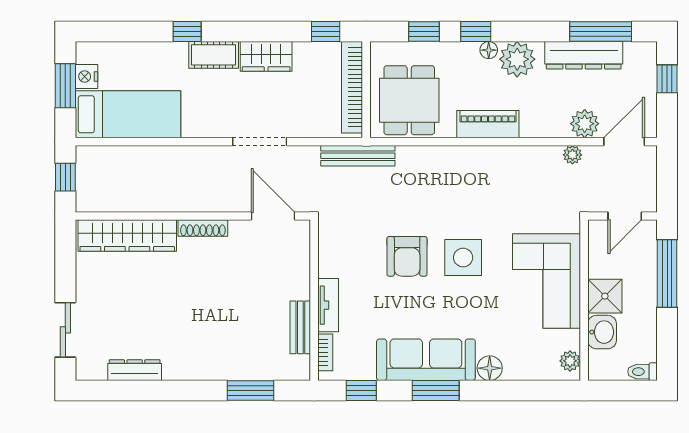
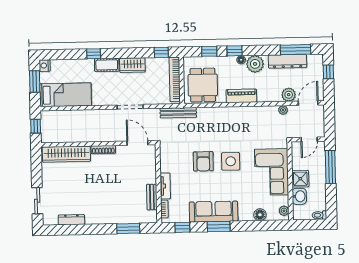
nightstand: (86, 76) -> (45, 66), moved
floor lamp: (490, 368) -> (260, 215), moved

